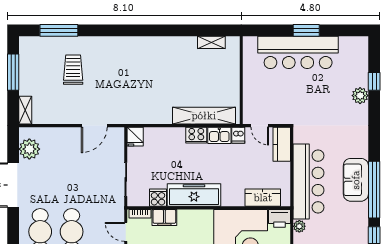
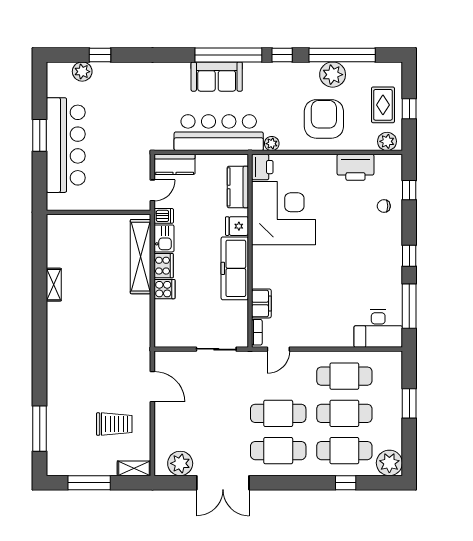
shelving: (211, 42) -> (54, 285), moved
trolley: (73, 70) -> (114, 424), moved, turned 180
plant: (360, 96) -> (82, 72), moved
fridge: (135, 137) -> (237, 226), moved, turned 180
cooker: (158, 198) -> (165, 289), moved, turned 180

